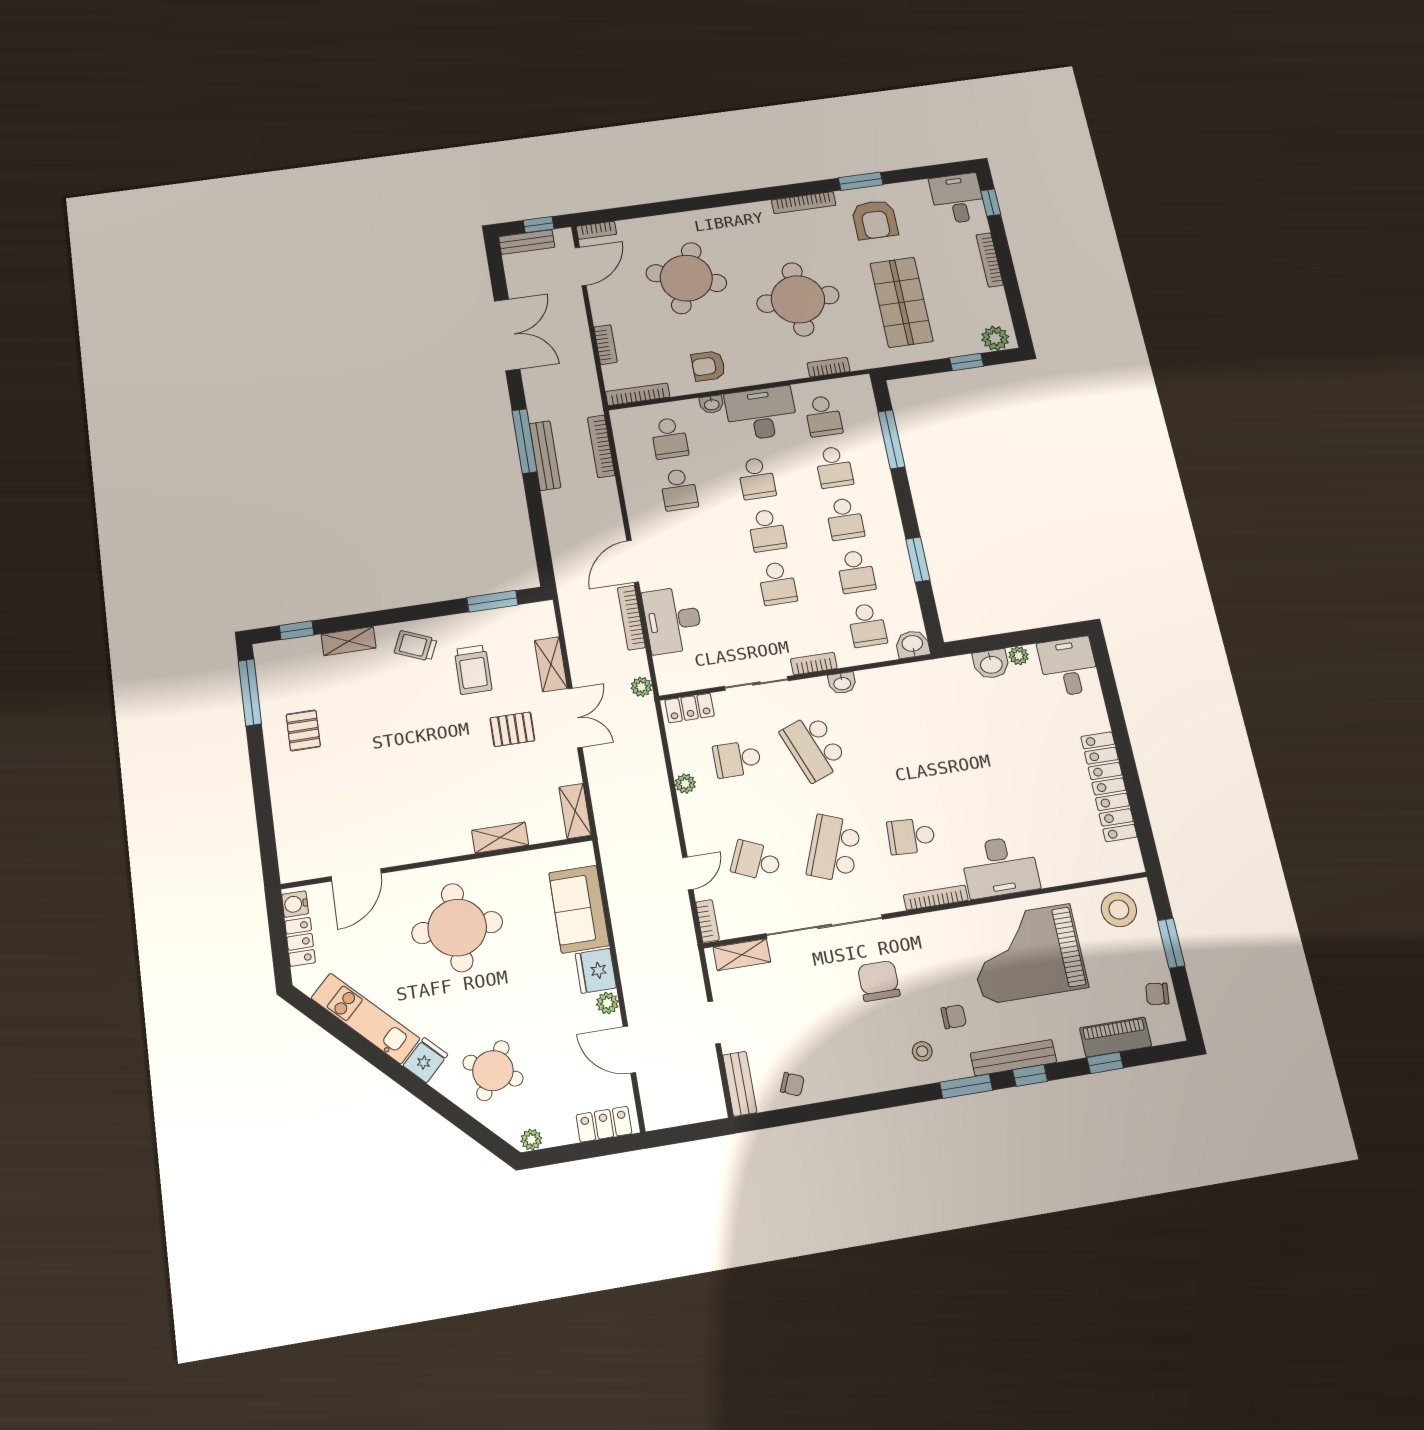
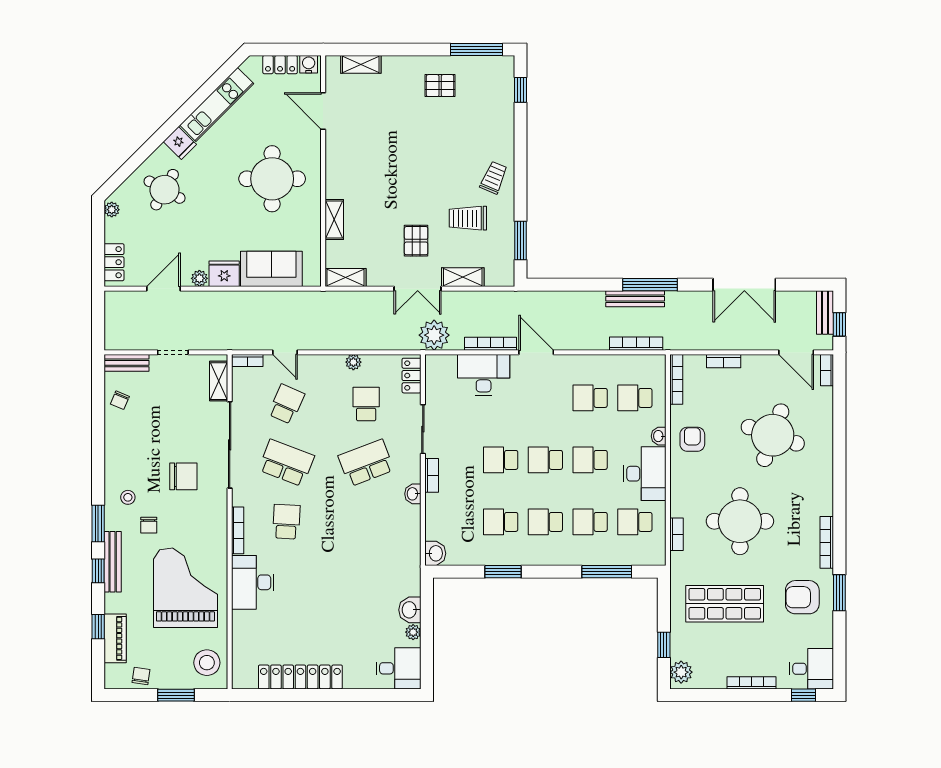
school desk: (867, 625) -> (456, 522), removed
shelving: (349, 641) -> (361, 64), moved, turned 90
plant: (641, 687) -> (434, 335), width x1.87, depth x1.87

